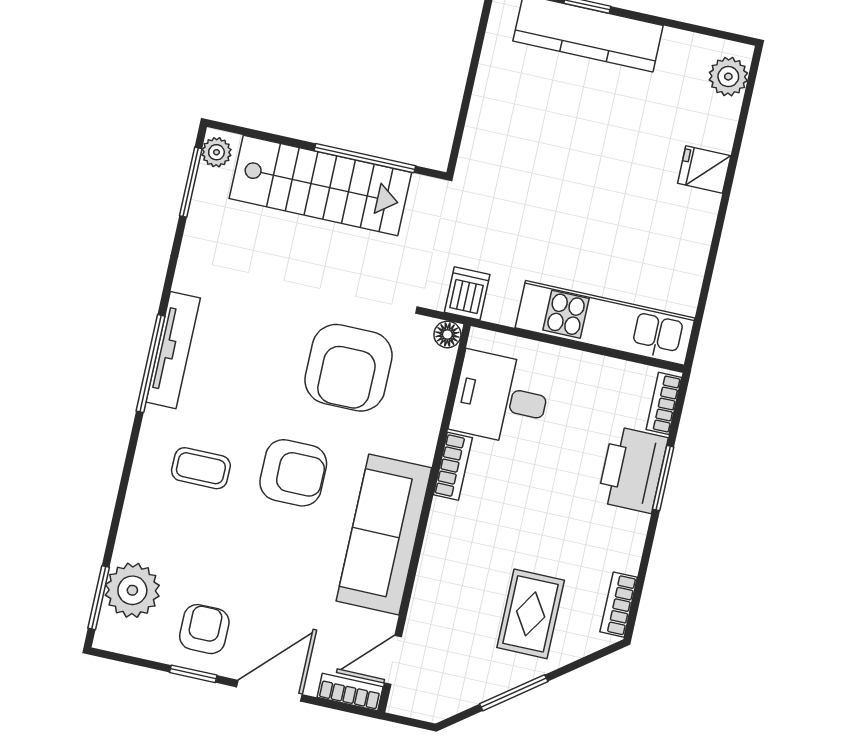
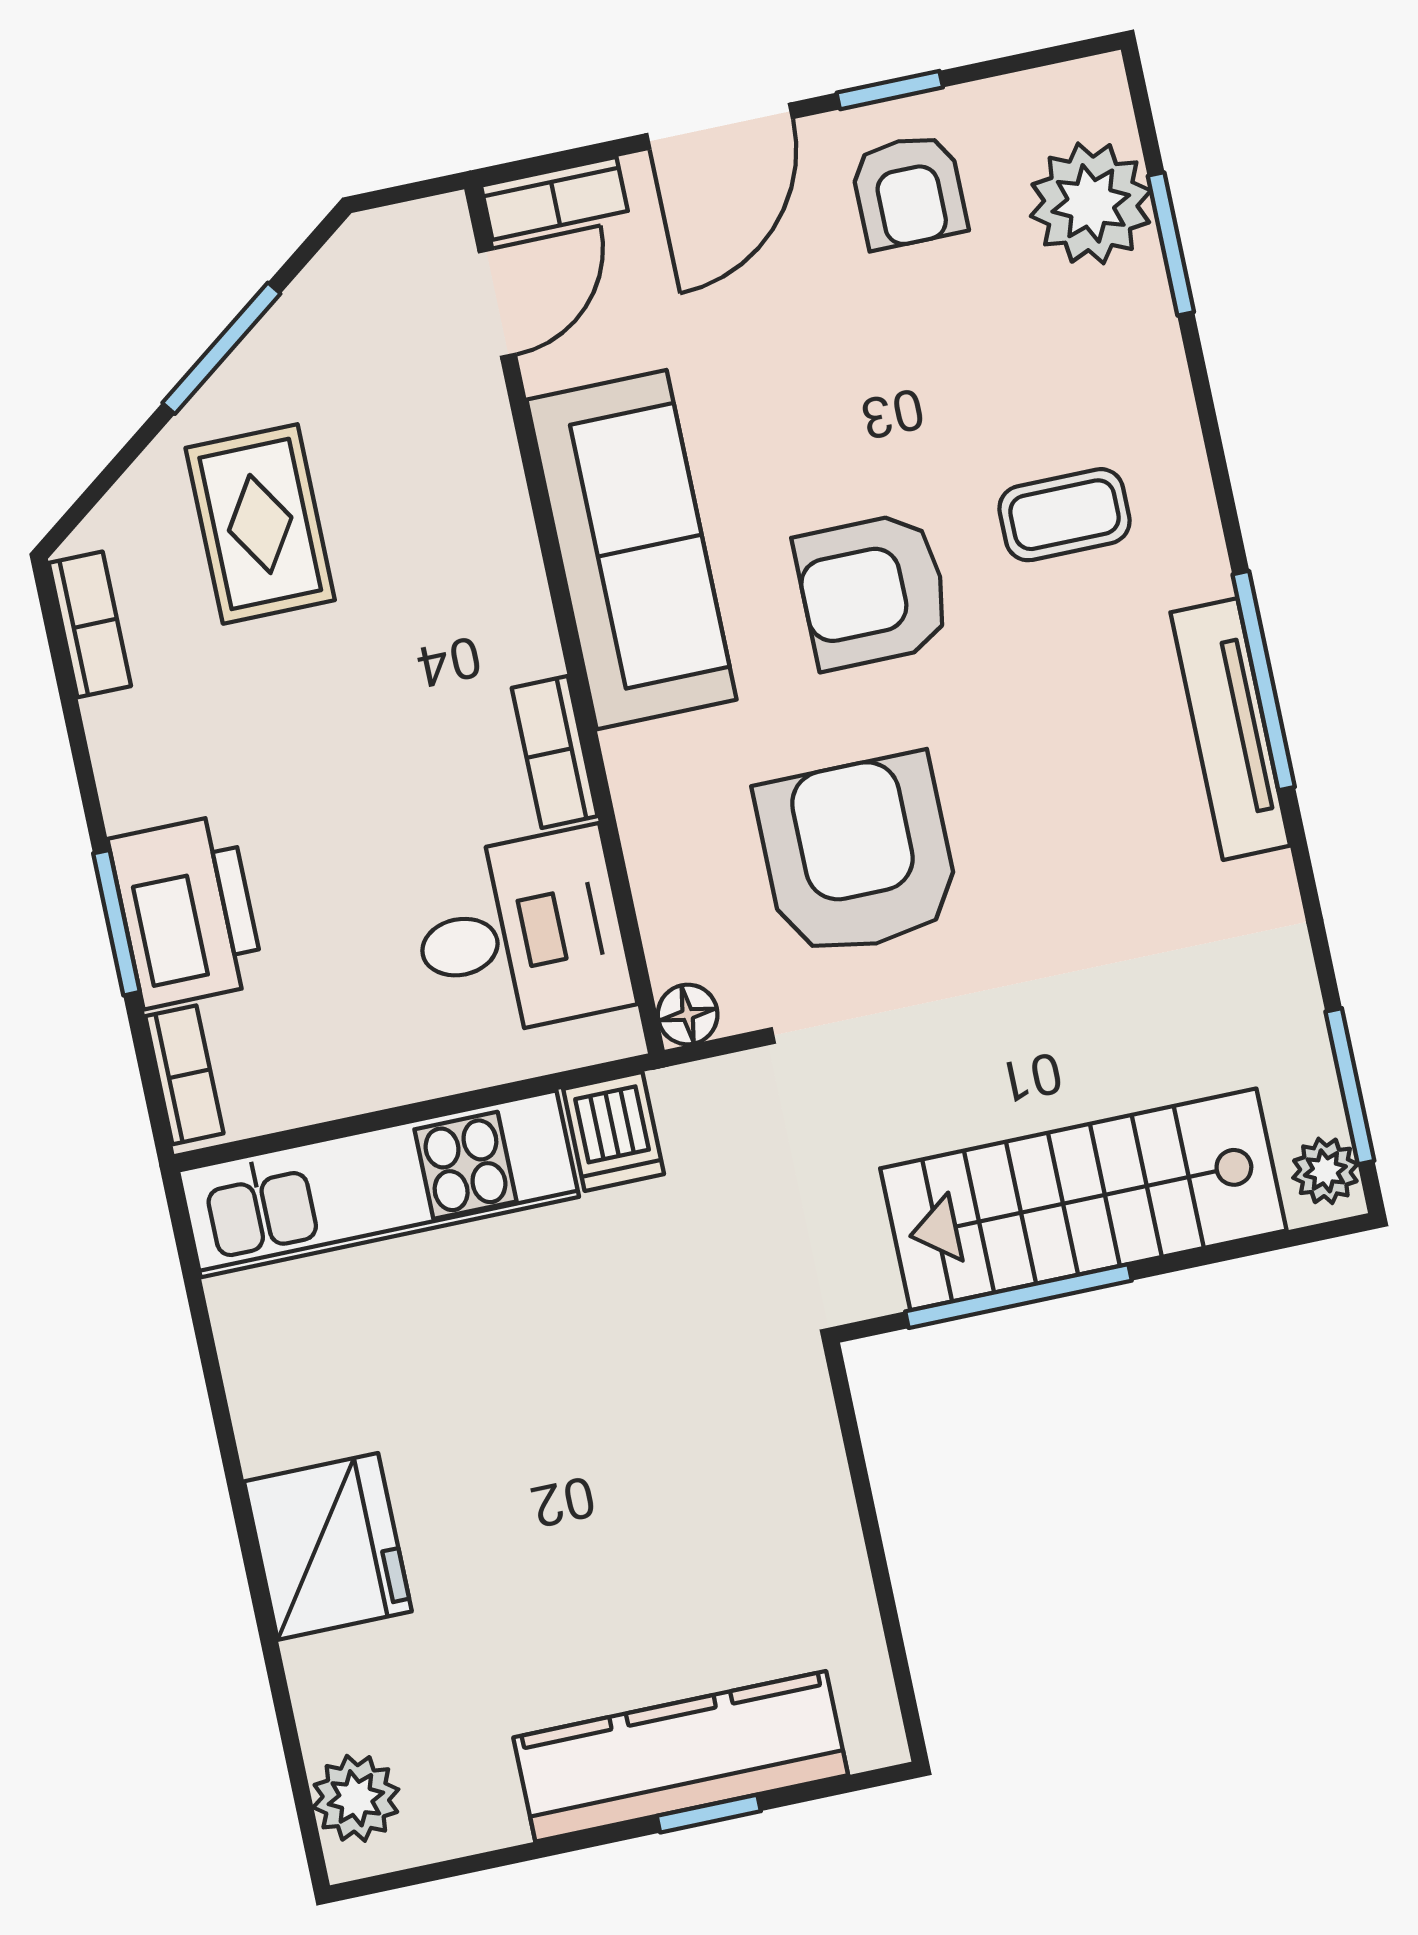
fridge: (704, 169) -> (328, 1546), width x1.88, depth x1.34
dishwasher: (467, 293) -> (614, 1132), moved
window: (99, 598) -> (1171, 244), moved

